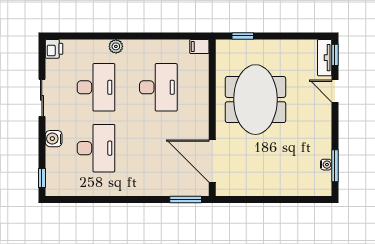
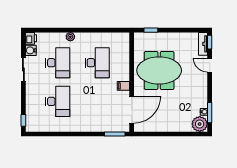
filing cabinet: (199, 47) -> (123, 86), moved
meeting table: (255, 100) -> (159, 70), turned 90
water cooler: (54, 139) -> (31, 50), moved
door: (212, 161) -> (132, 110), swing flipped
plant: (319, 184) -> (200, 124), added

